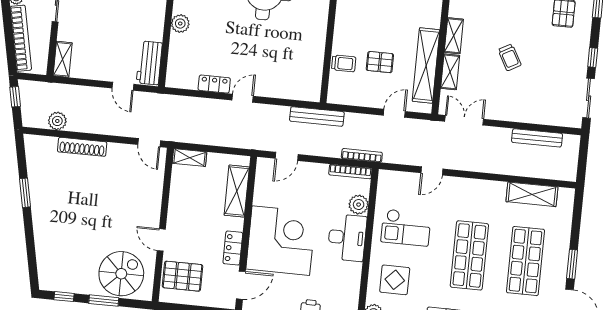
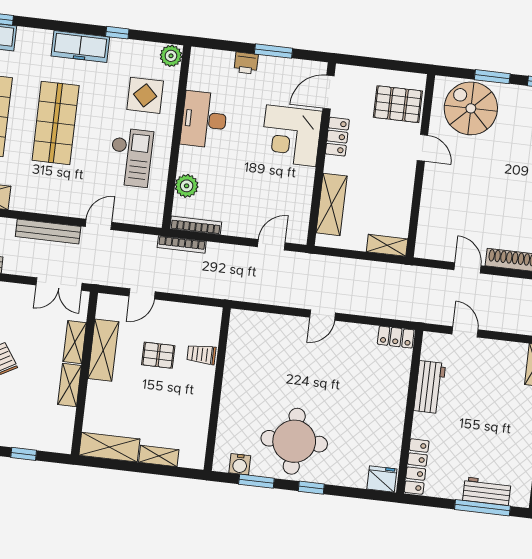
plant: (180, 24) -> (395, 405), removed
workbench: (149, 63) -> (430, 387), moved
shelving: (426, 65) -> (103, 350), width x0.68
locker: (214, 84) -> (396, 337), moved
bench: (317, 116) -> (48, 232), moved
door: (149, 143) -> (468, 268), moved
checkout: (406, 228) -> (131, 157), turned 90
desk: (347, 238) -> (204, 120), moved
corner desk: (281, 241) -> (291, 136), width x0.74, depth x0.74
spiral stairs: (121, 274) -> (471, 108), turned 90

